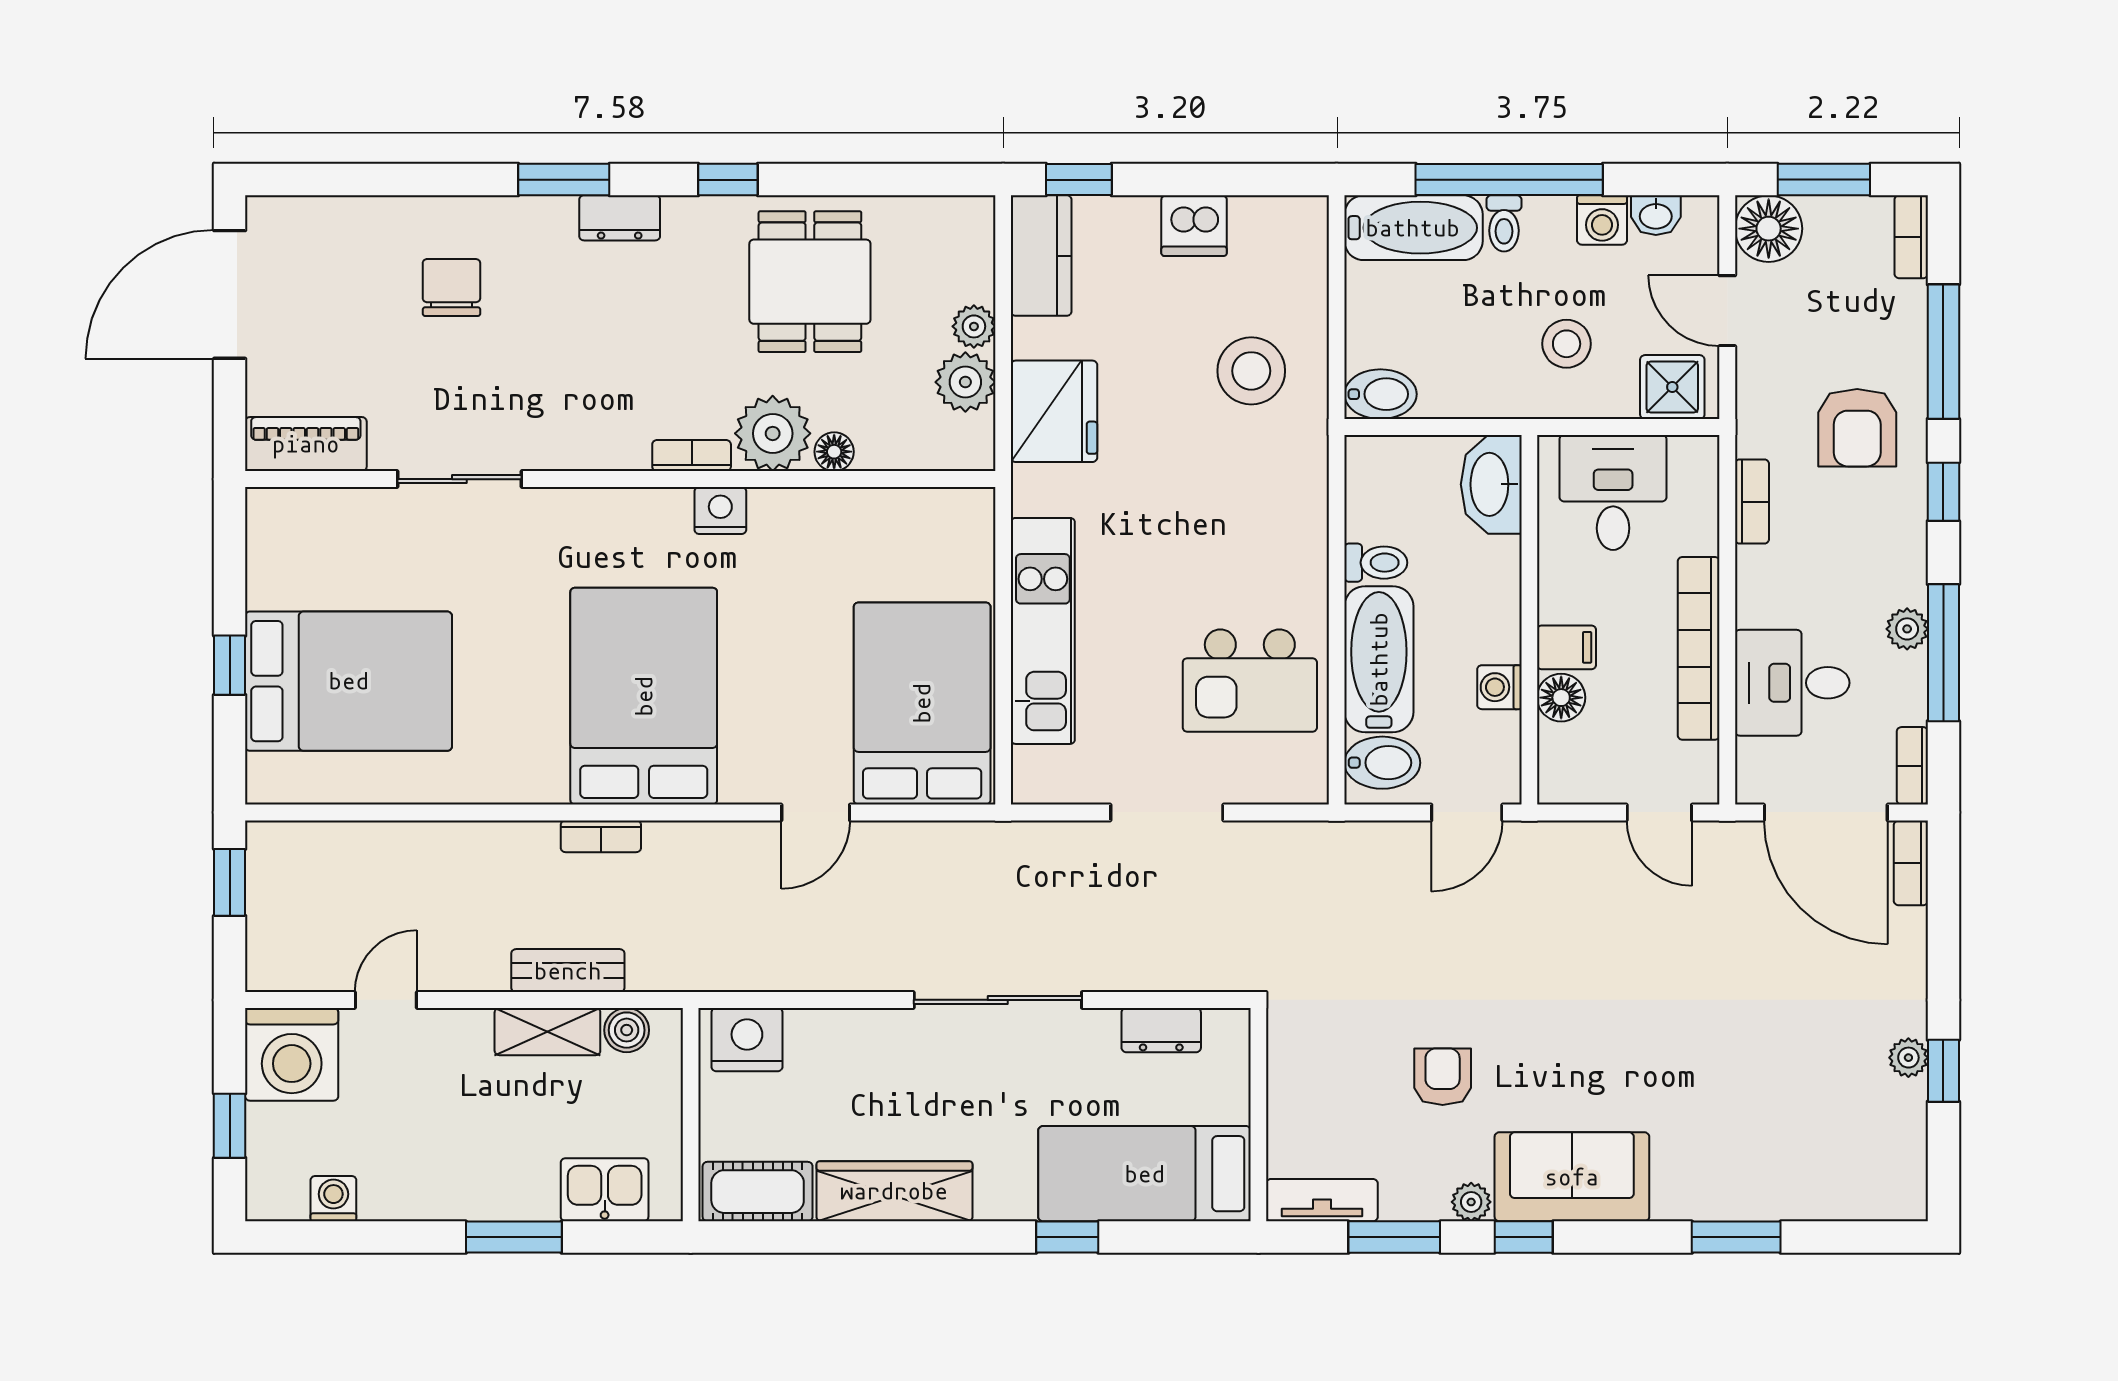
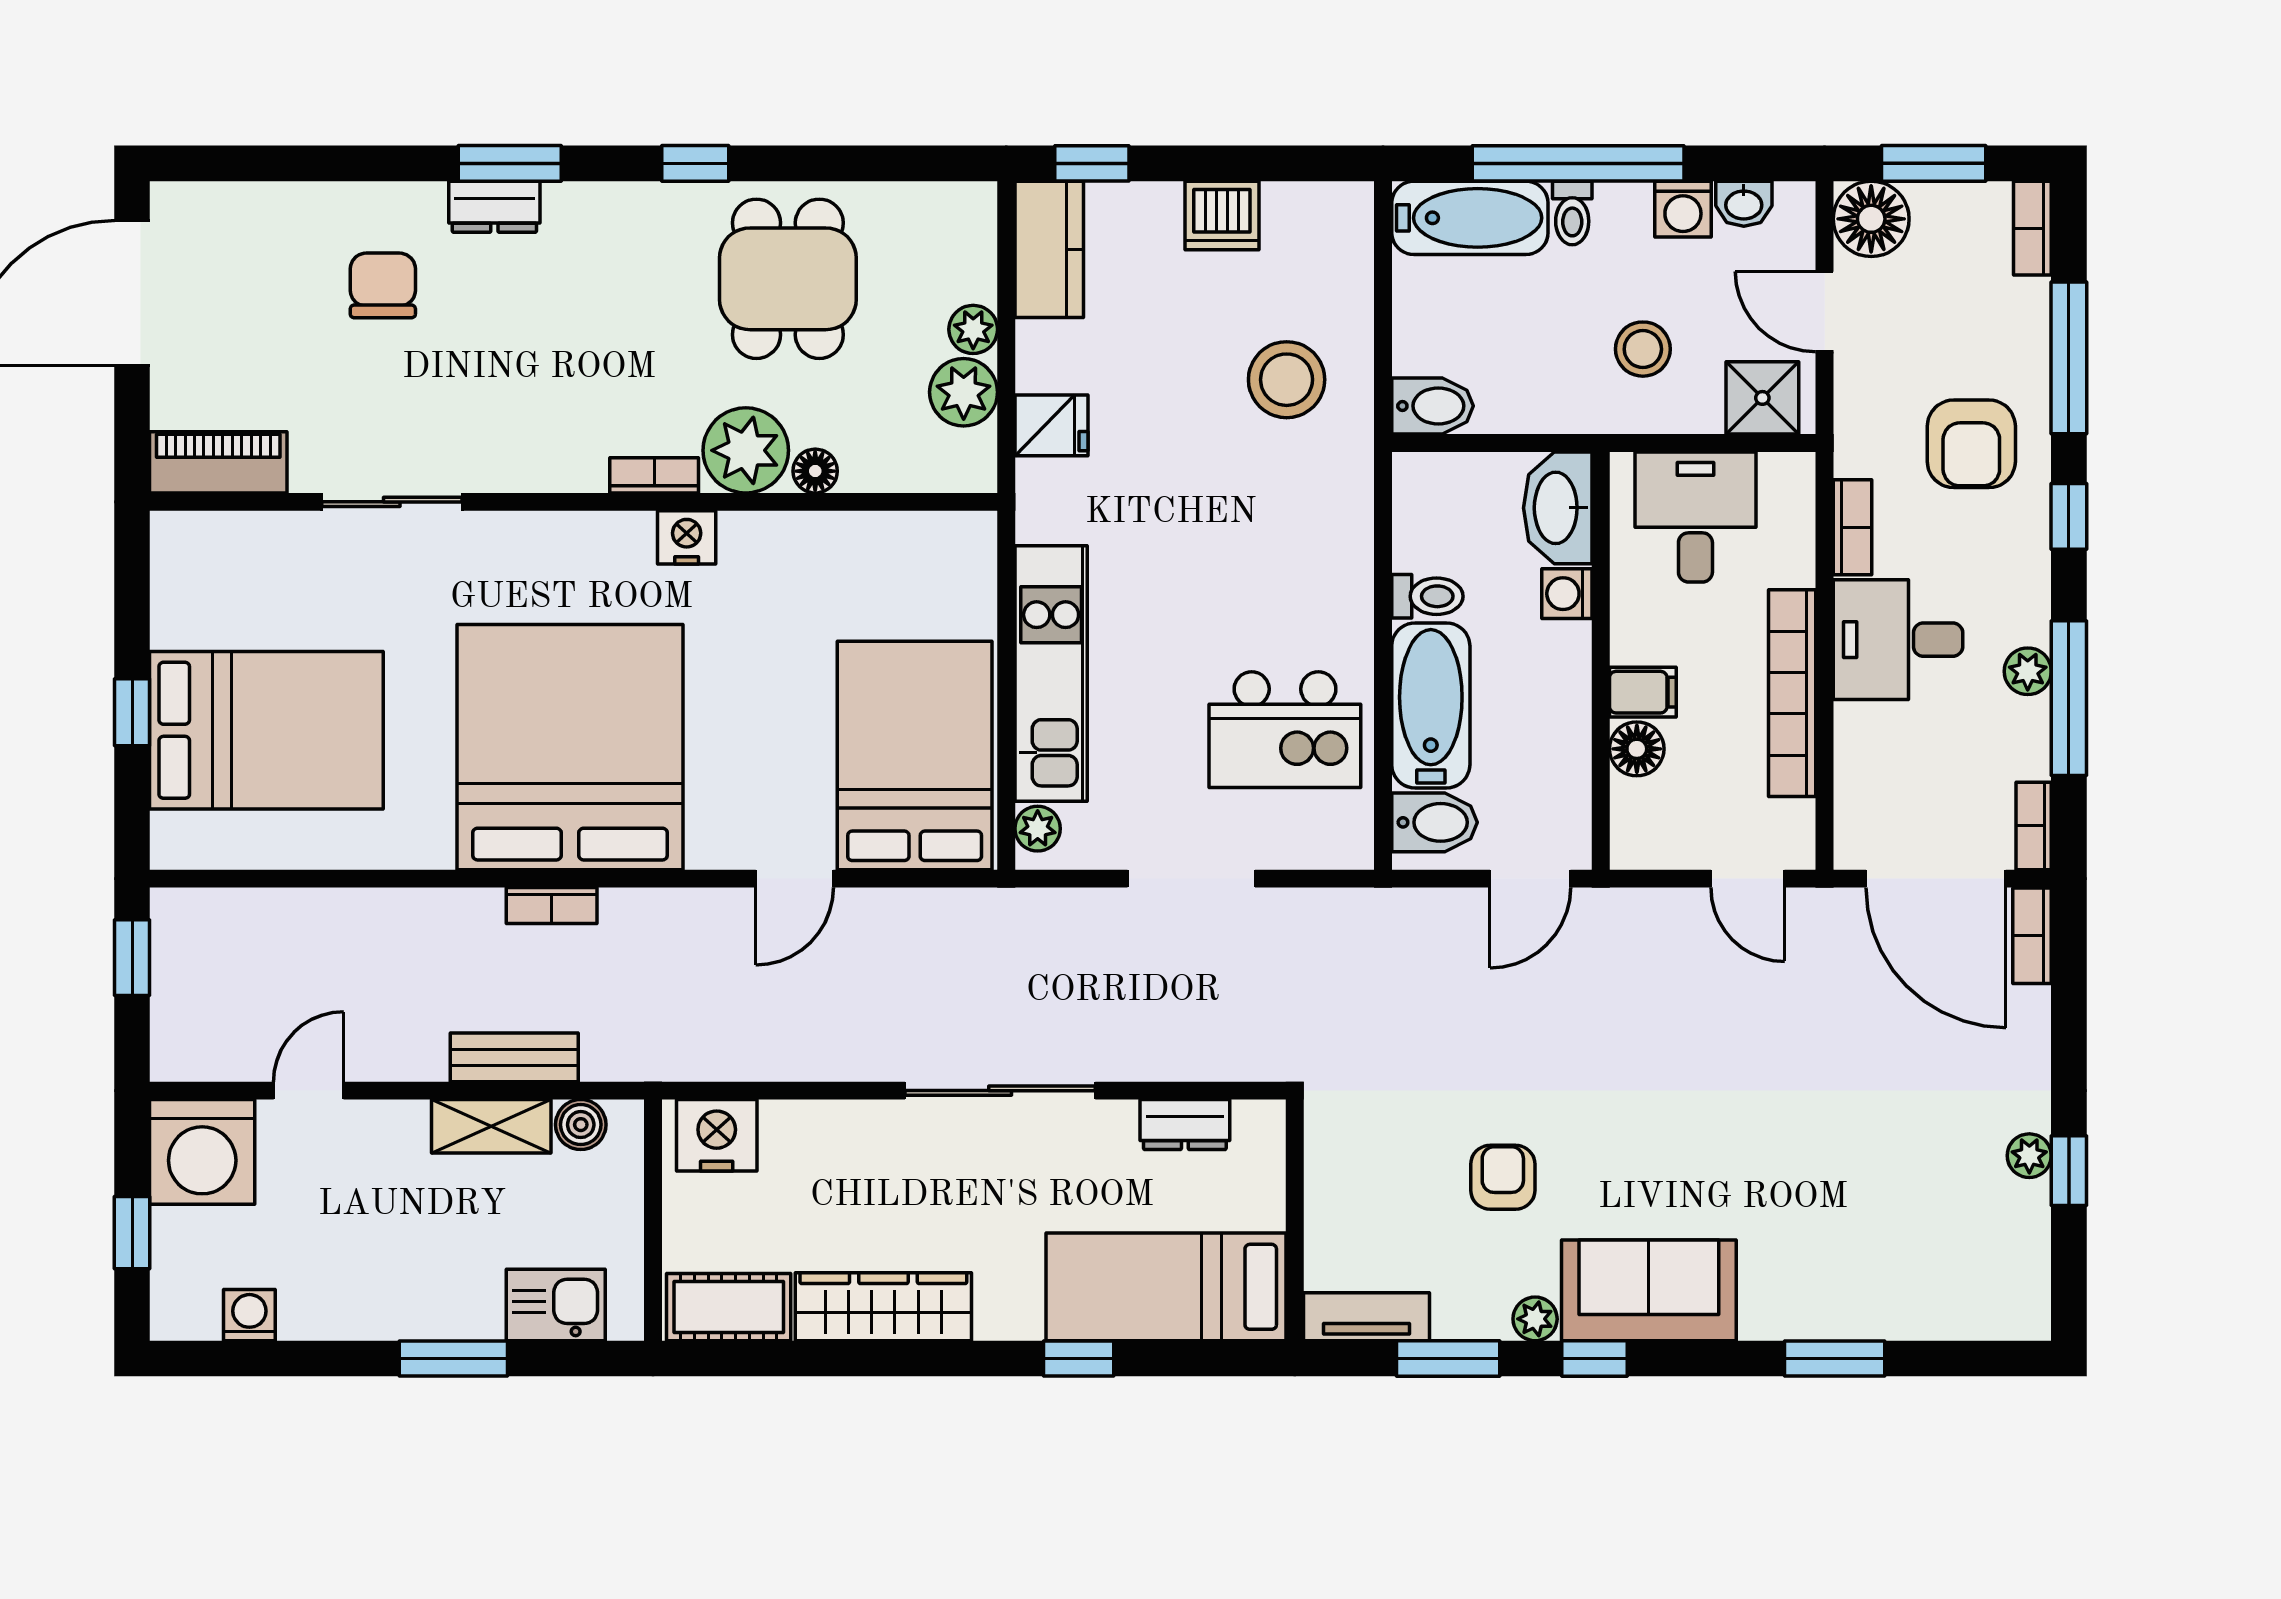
dresser: (620, 218) -> (494, 207), moved
fridge: (1054, 411) -> (1051, 425), width x0.53, depth x0.75
desk: (1792, 683) -> (1898, 640), moved
washing machine: (1499, 687) -> (1567, 594), moved
bed: (644, 696) -> (570, 747), width x1.36
plant: (1031, 768) -> (1038, 829), added

